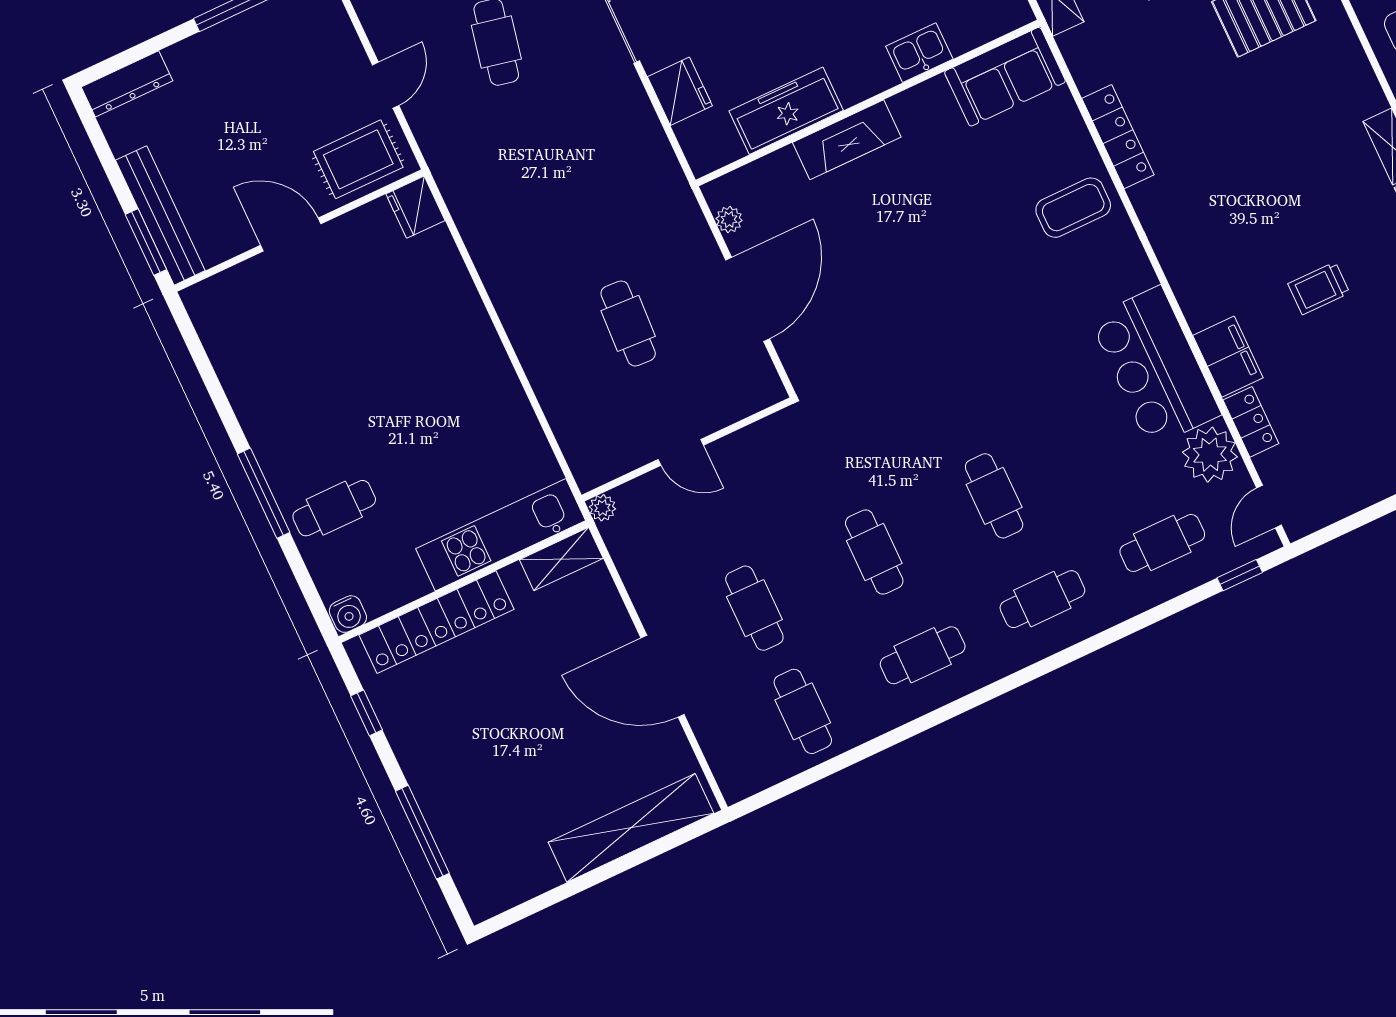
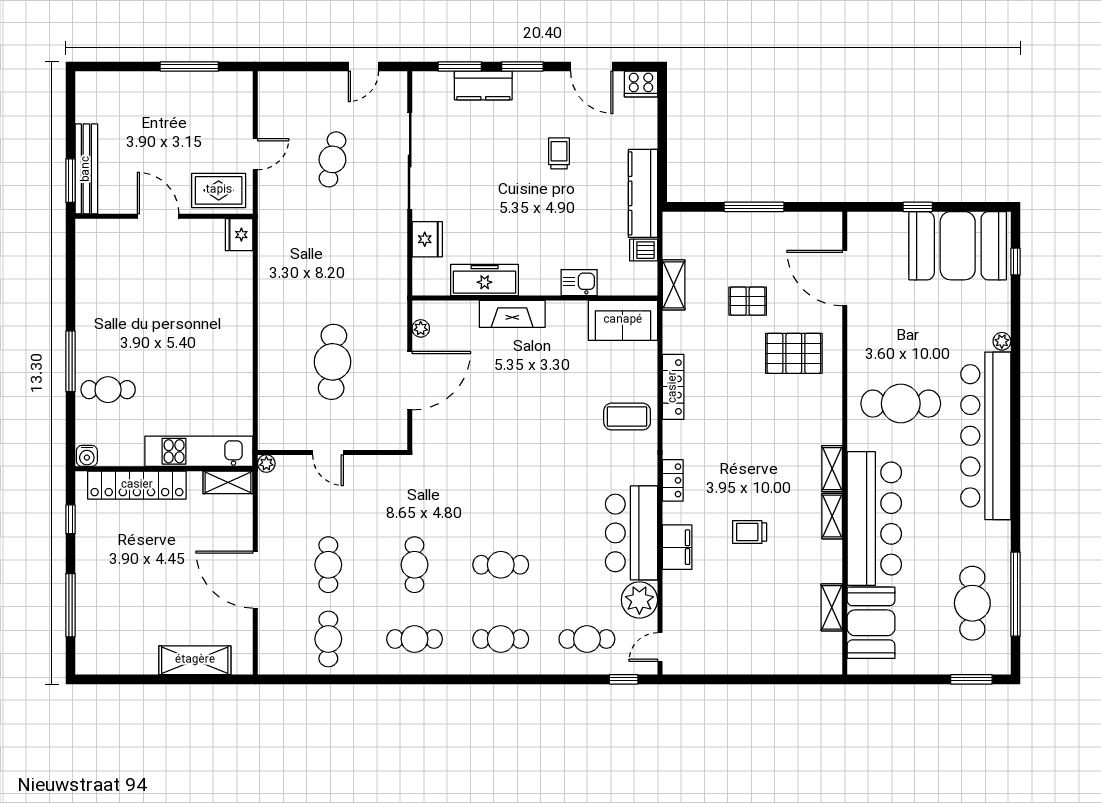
dresser: (127, 84) -> (103, 82), removed
cafe table: (628, 323) -> (332, 362), width x1.37, depth x1.35
locker: (1251, 422) -> (673, 480), moved
cafe table: (994, 496) -> (501, 565), turned 90
shelving: (631, 828) -> (195, 660), width x0.68

